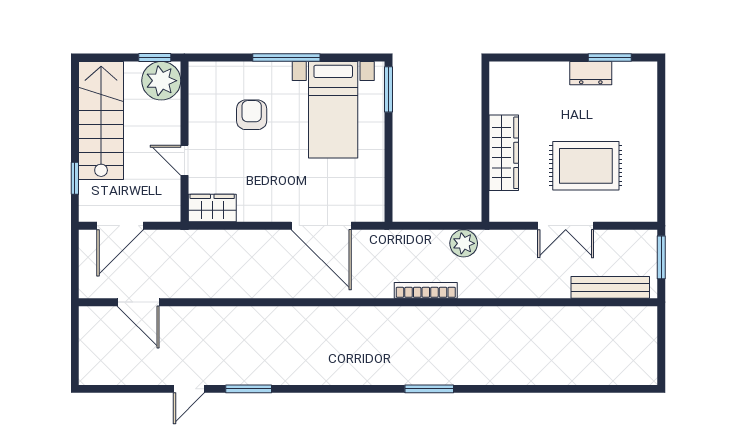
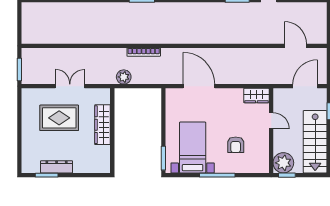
dresser: (591, 73) -> (57, 167), width x1.44
bench: (610, 287) -> (46, 54), removed

